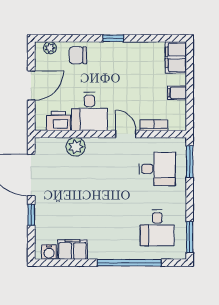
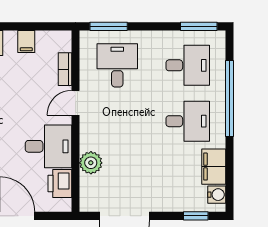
window: (31, 215) -> (196, 216), moved
desk: (110, 228) -> (188, 121), added

